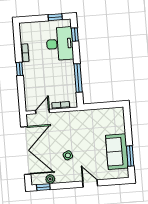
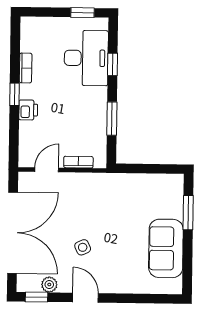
window: (75, 35) -> (113, 64), moved
printer: (28, 77) -> (28, 110), added
window: (78, 78) -> (112, 119), width x0.69
window: (130, 156) -> (188, 213), moved
door: (90, 183) -> (85, 298), moved

